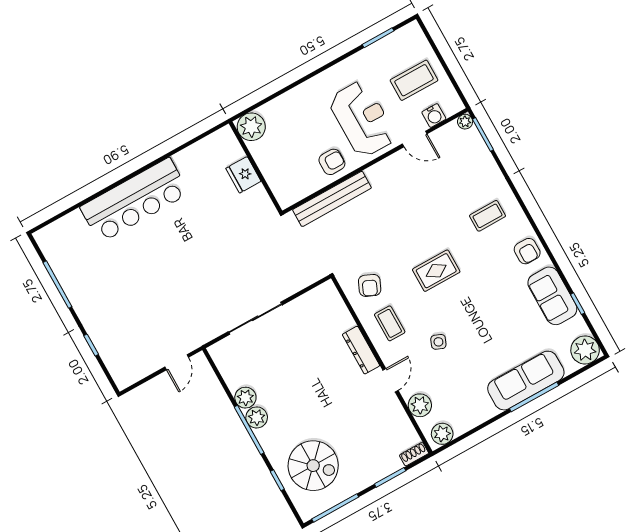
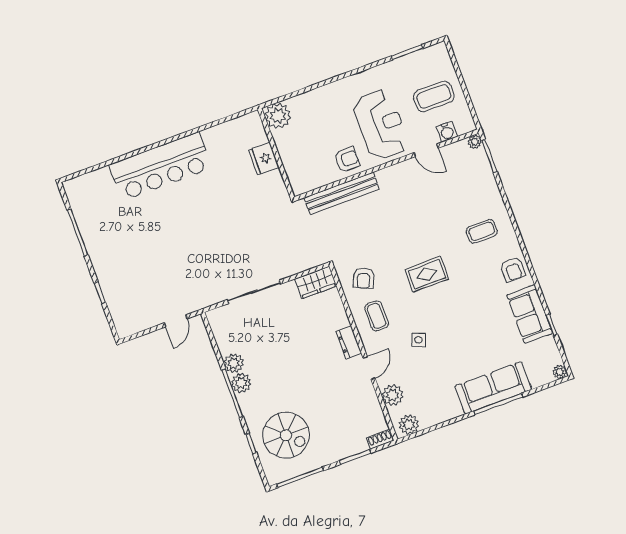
wardrobe: (319, 298) -> (316, 282), added
dresser: (361, 350) -> (349, 342), width x0.70
plant: (585, 350) -> (560, 372), width x0.53, depth x0.53

